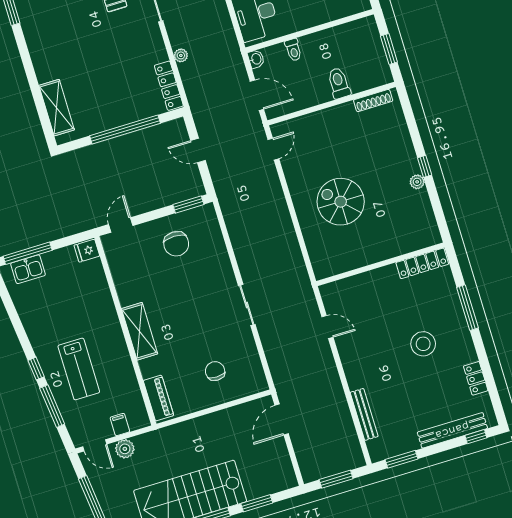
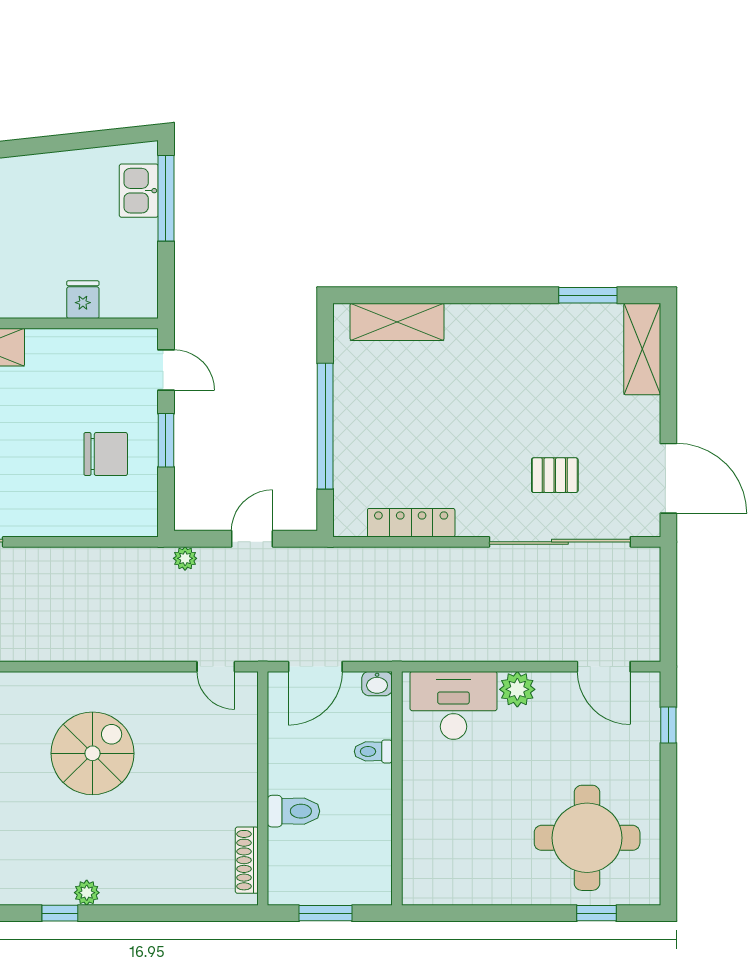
plant: (181, 55) -> (185, 558), moved
locker: (169, 86) -> (411, 523), moved
window: (425, 166) -> (60, 913), moved
window: (188, 204) -> (166, 440), moved
chair: (176, 244) -> (106, 454), turned 180
fridge: (87, 251) -> (83, 300), moved

